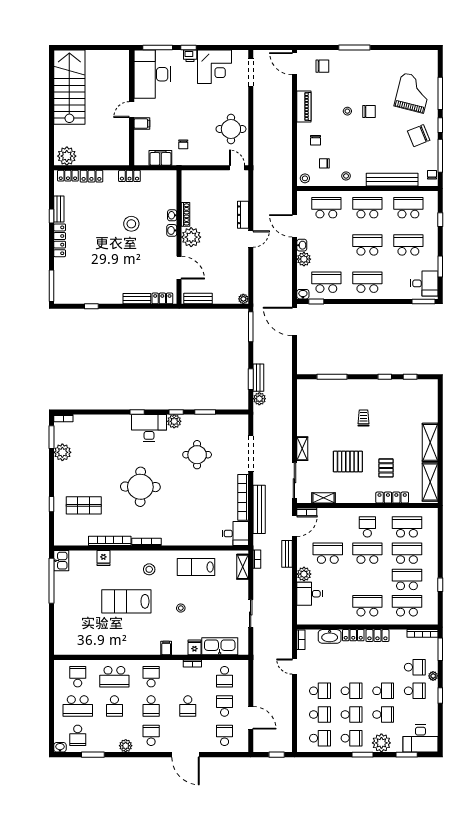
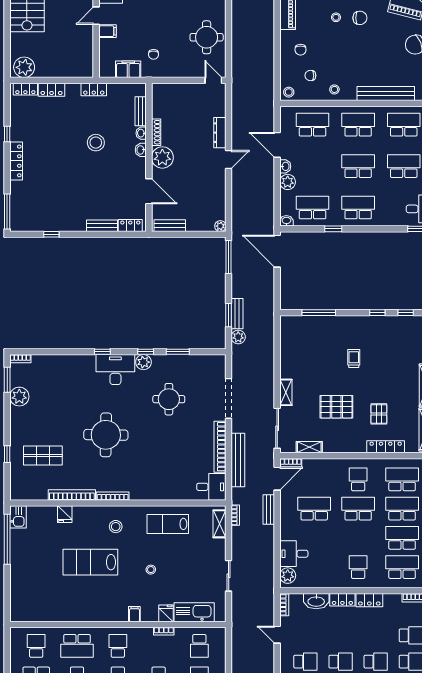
bench: (59, 209) -> (141, 111), moved
window: (316, 301) -> (333, 229), moved
plant: (304, 574) -> (288, 576), moved
school desk: (367, 606) -> (358, 567), width x0.54

